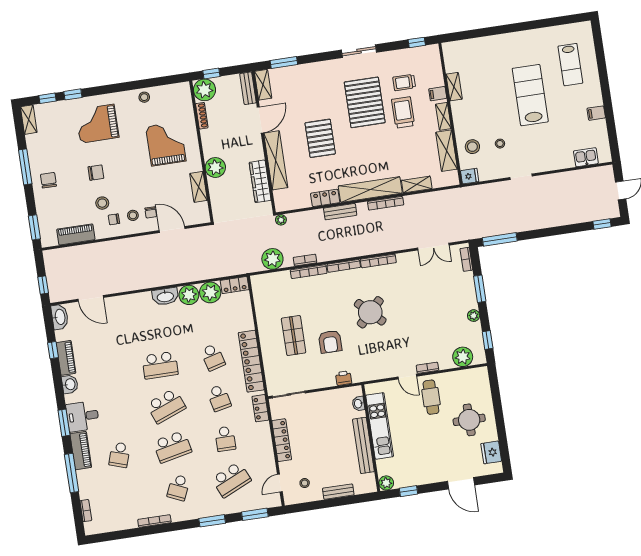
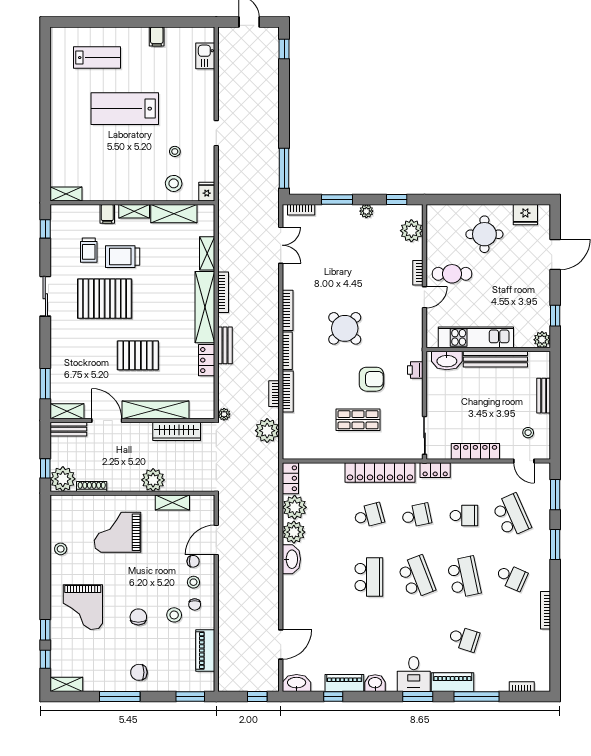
shelving: (454, 87) -> (66, 194), moved
washbasin: (358, 404) -> (447, 361), width x1.91, depth x1.45

